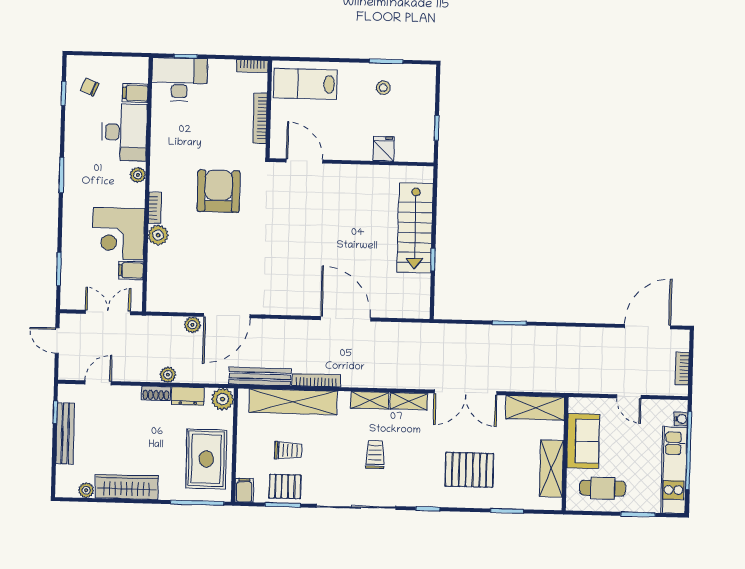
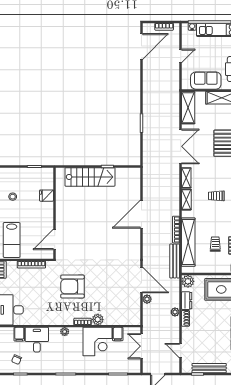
desk: (124, 132) -> (37, 340), width x0.73
door: (648, 327) -> (141, 46), swing flipped

